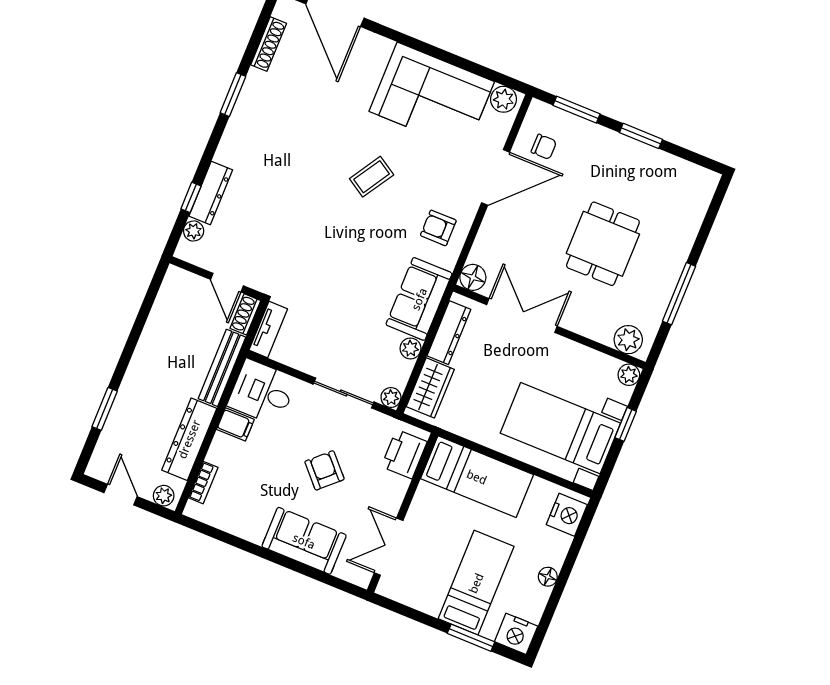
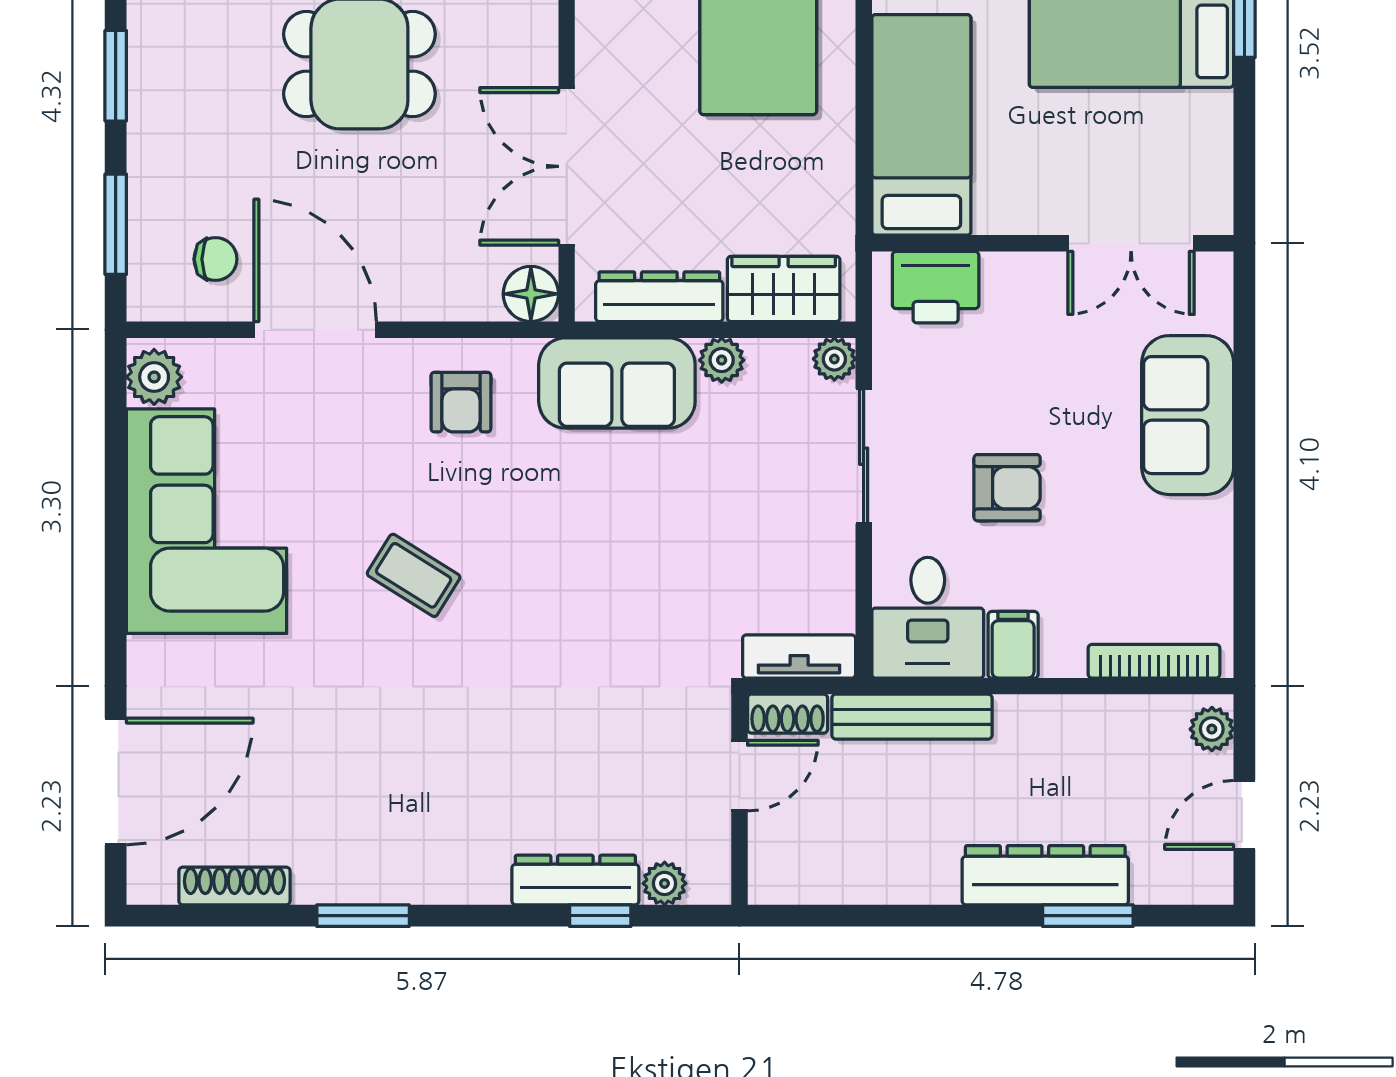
chair: (544, 147) -> (215, 259), turned 90
dresser: (189, 439) -> (1045, 875), moved, turned 180
armchair: (324, 470) -> (1007, 488), moved, turned -137
bookcase: (203, 483) -> (1154, 661), width x1.56

